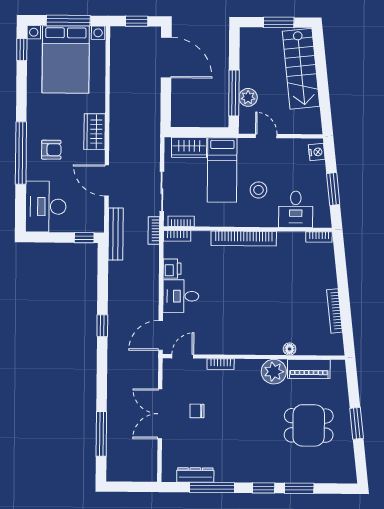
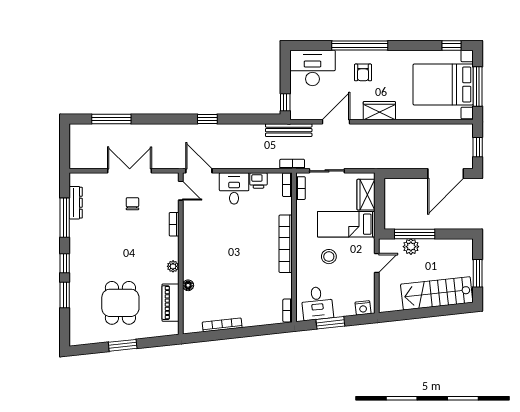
desk: (296, 209) -> (317, 303), moved, turned -96
plant: (274, 372) -> (173, 266), width x0.53, depth x0.53

